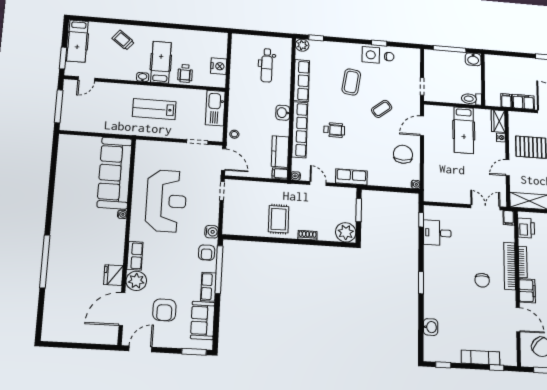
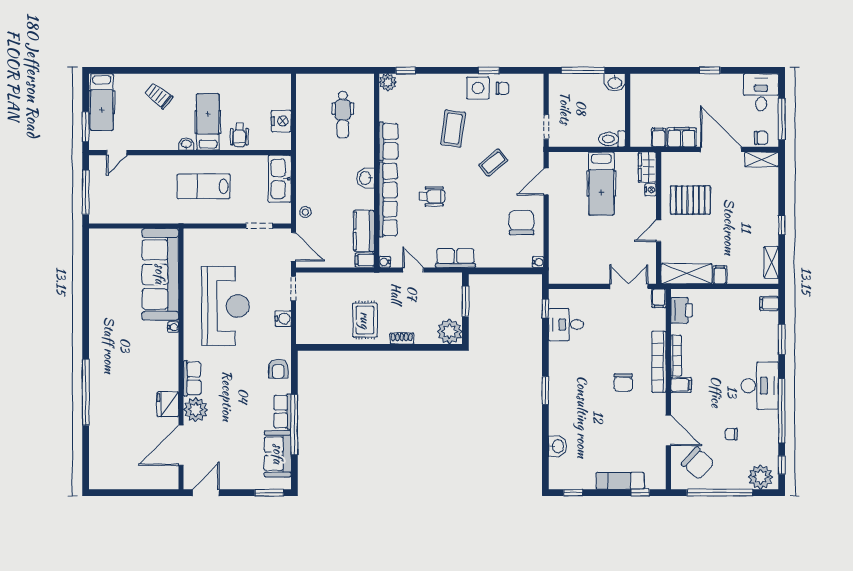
row of seats: (302, 81) -> (388, 141), width x0.68
water cooler: (212, 232) -> (283, 319), moved
window: (219, 269) -> (294, 425), moved
filing cabinet: (527, 291) -> (681, 385), width x0.50
armchair: (164, 310) -> (231, 444), removed

